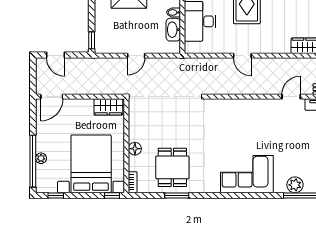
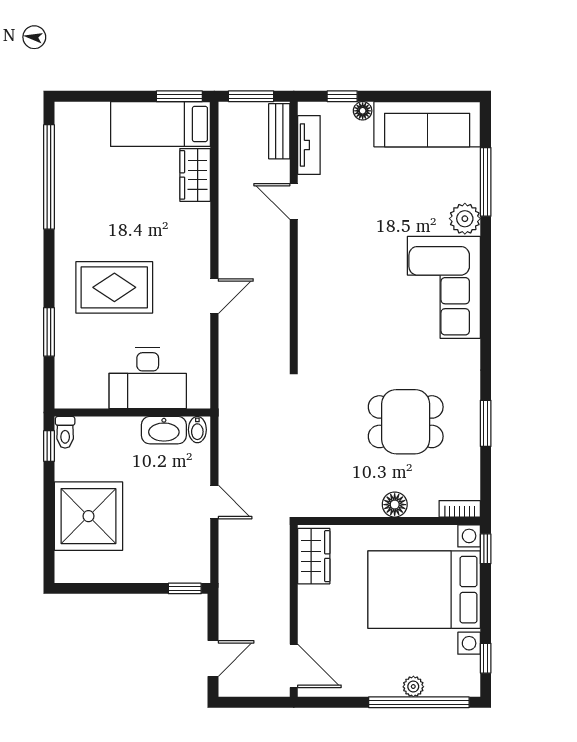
bidet: (174, 12) -> (197, 430), moved
dining table: (172, 167) -> (406, 422), moved
plant: (295, 185) -> (465, 219), moved

